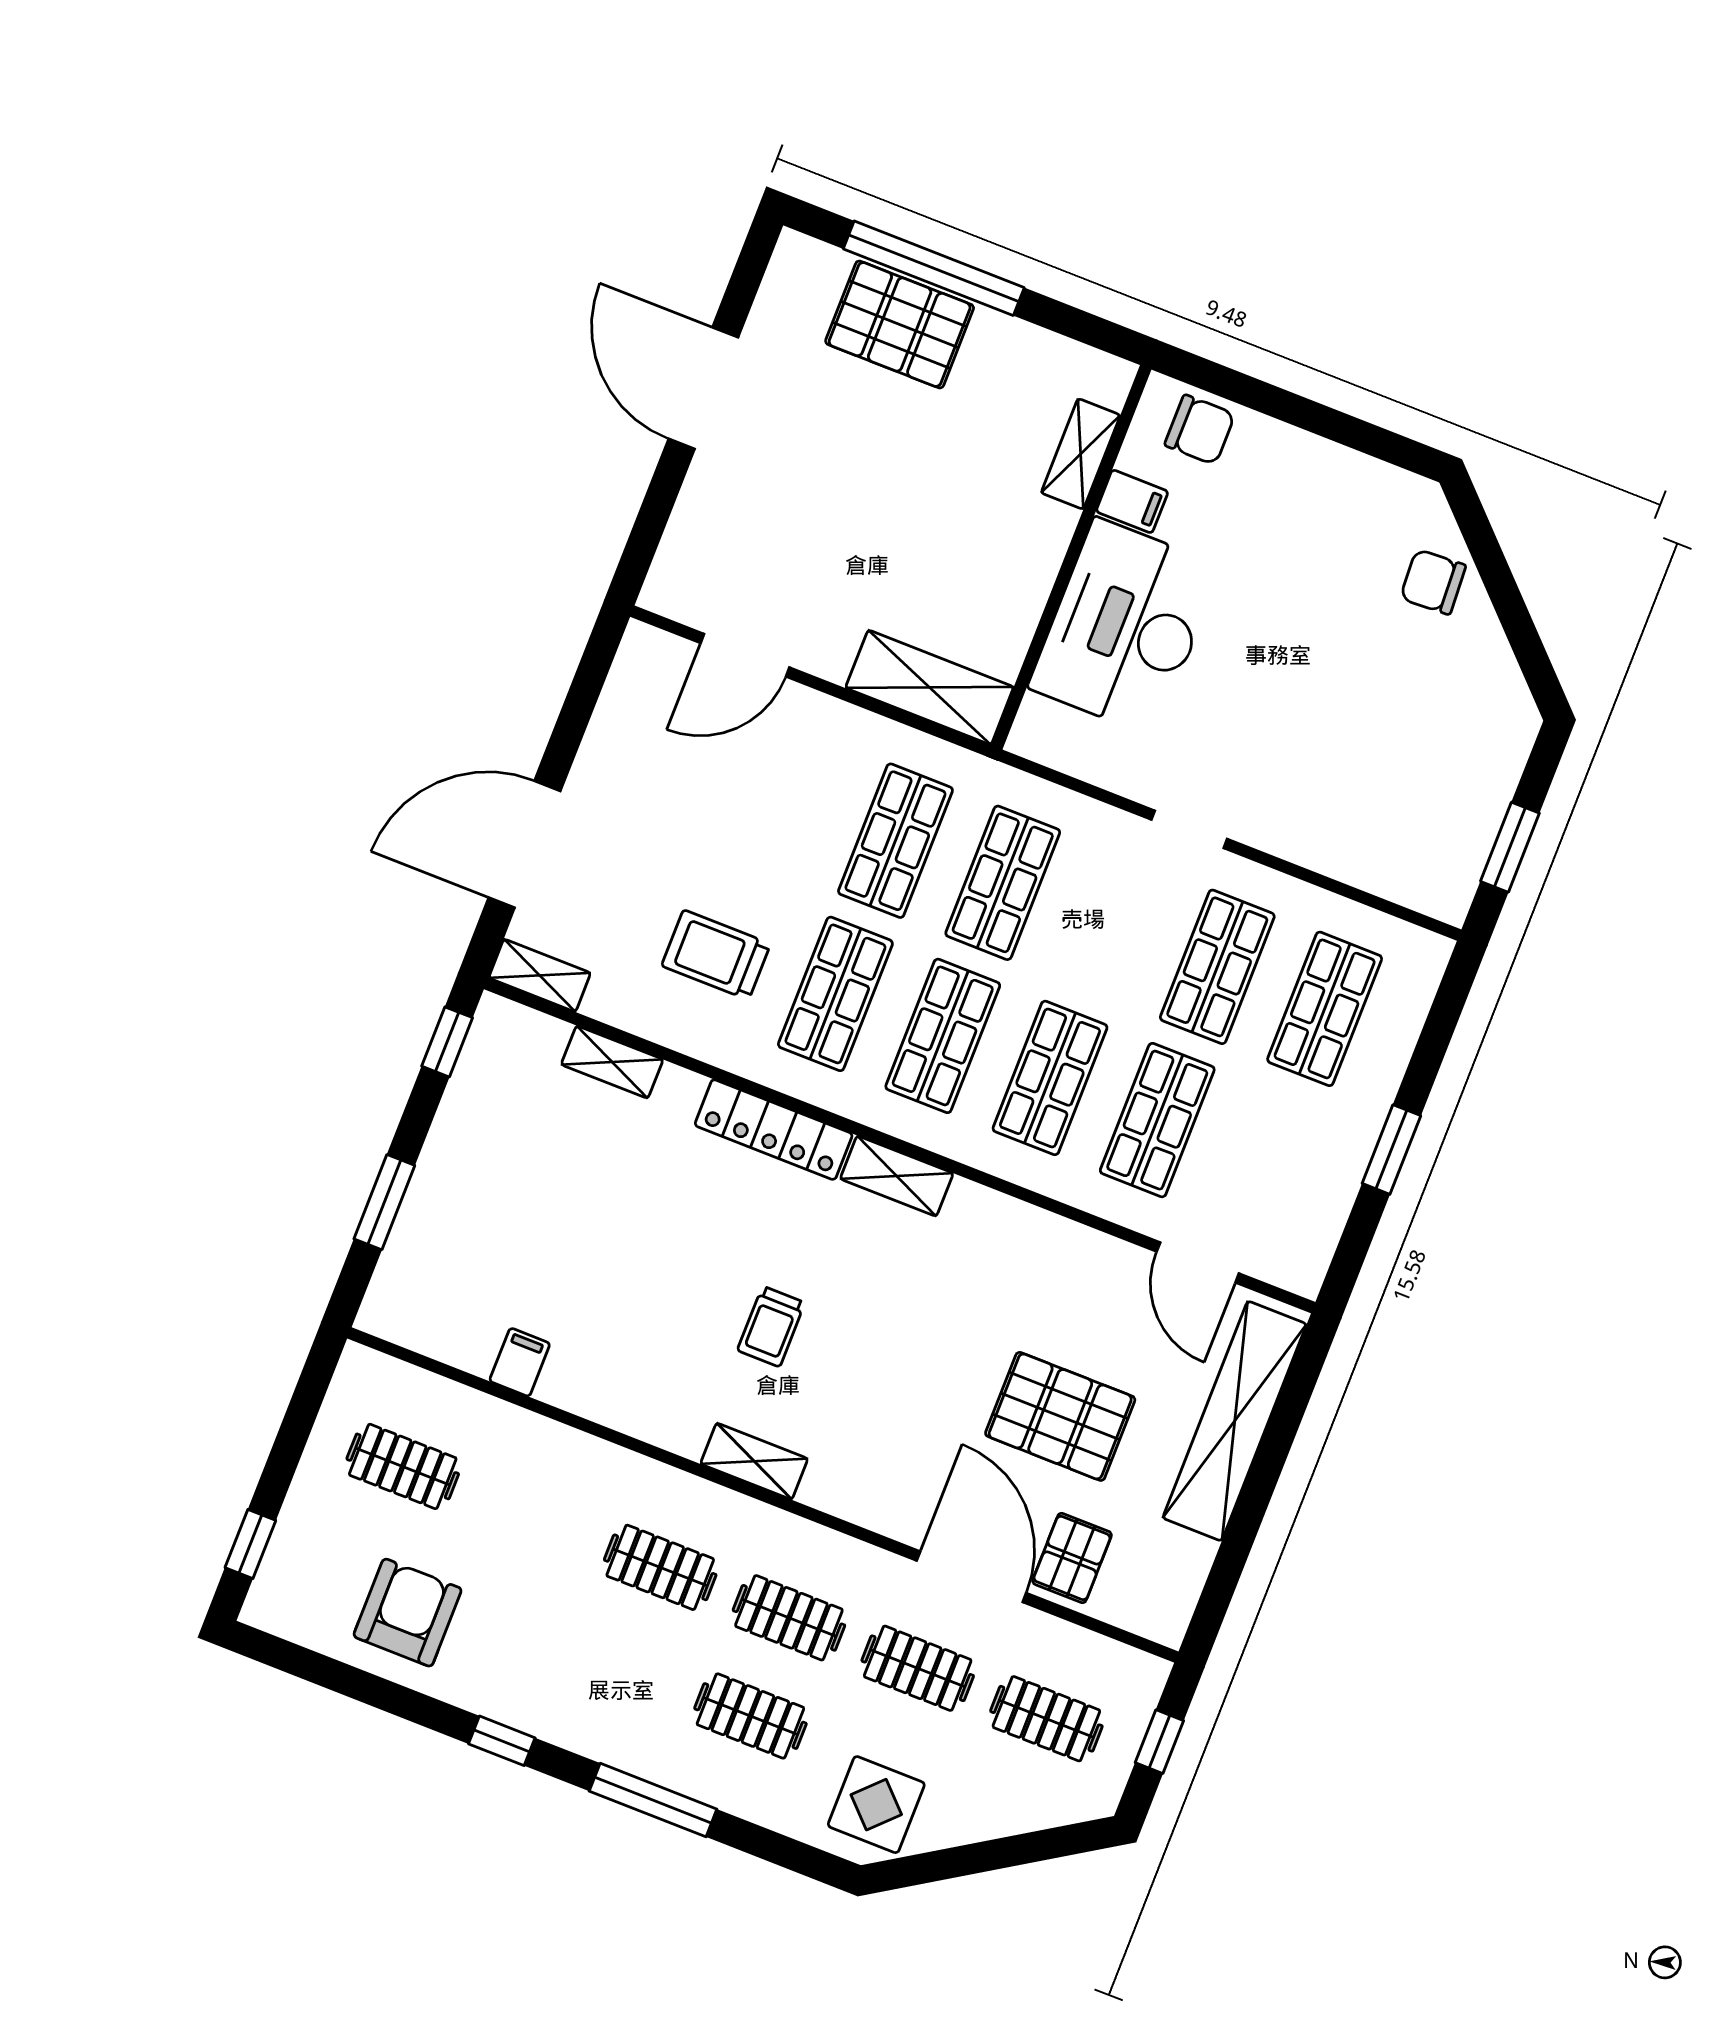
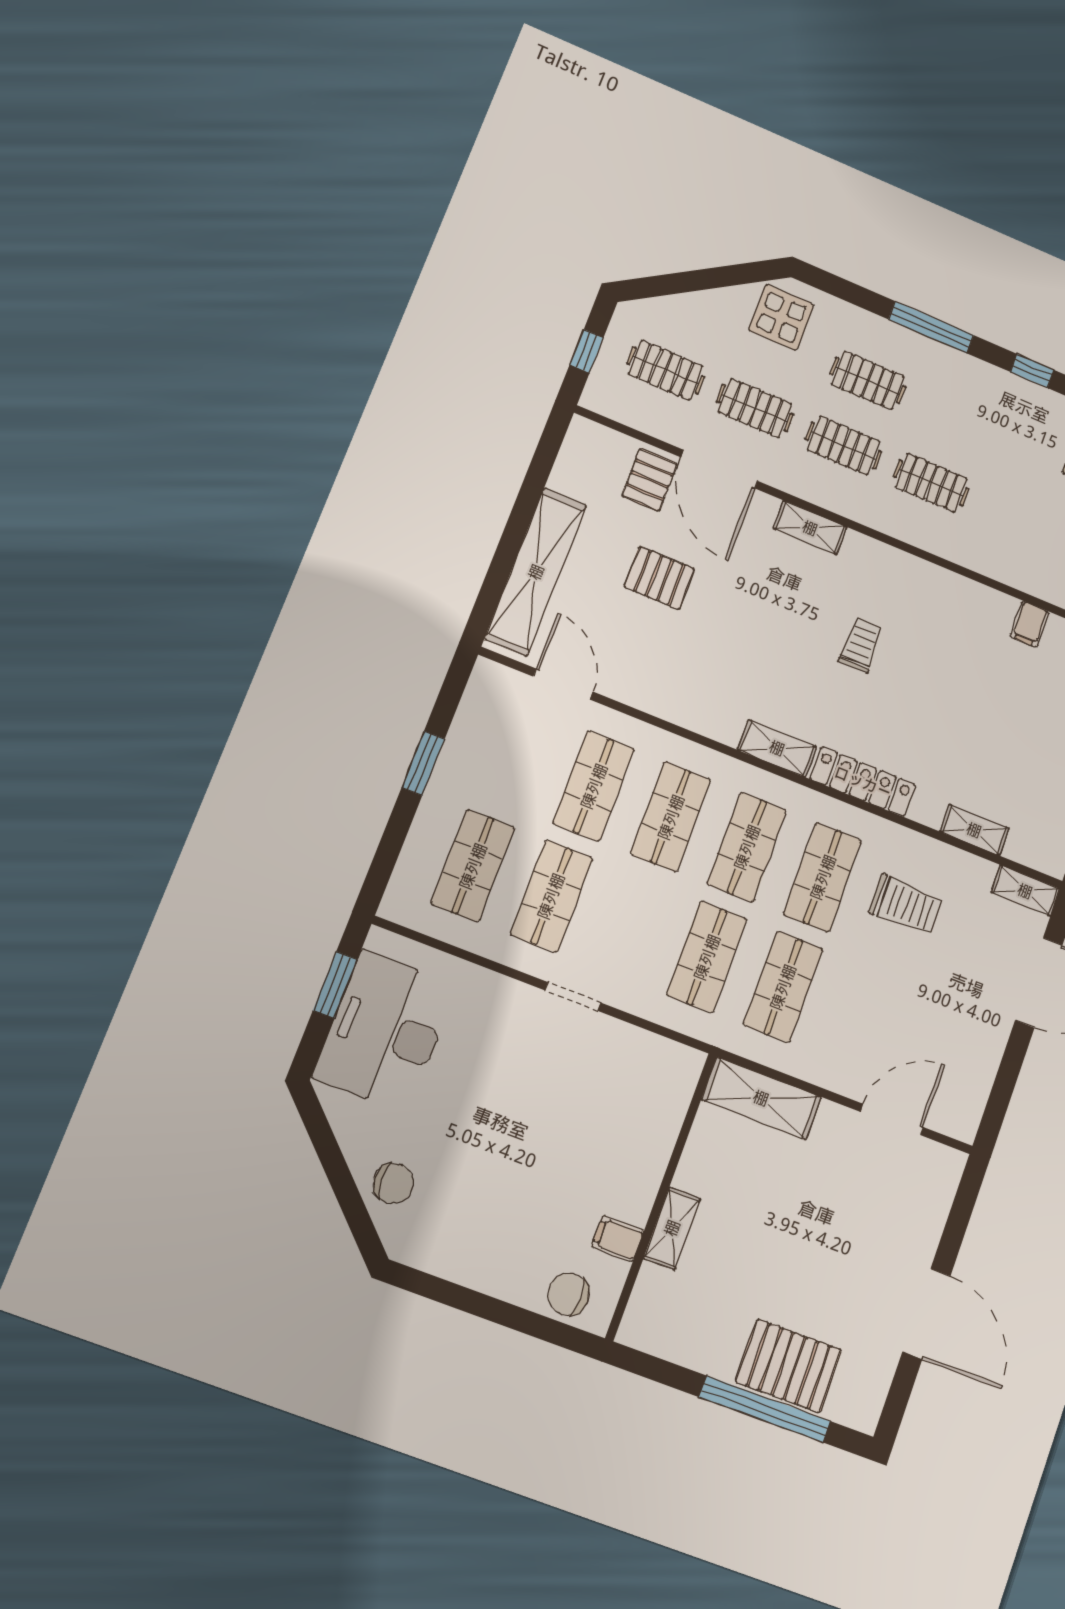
shelving: (1081, 454) -> (672, 1228), moved
desk: (1125, 627) -> (385, 1031), moved, turned 180
pallet: (1060, 1416) -> (659, 578), width x0.67, depth x0.71
shelving: (754, 1461) -> (810, 528), moved

